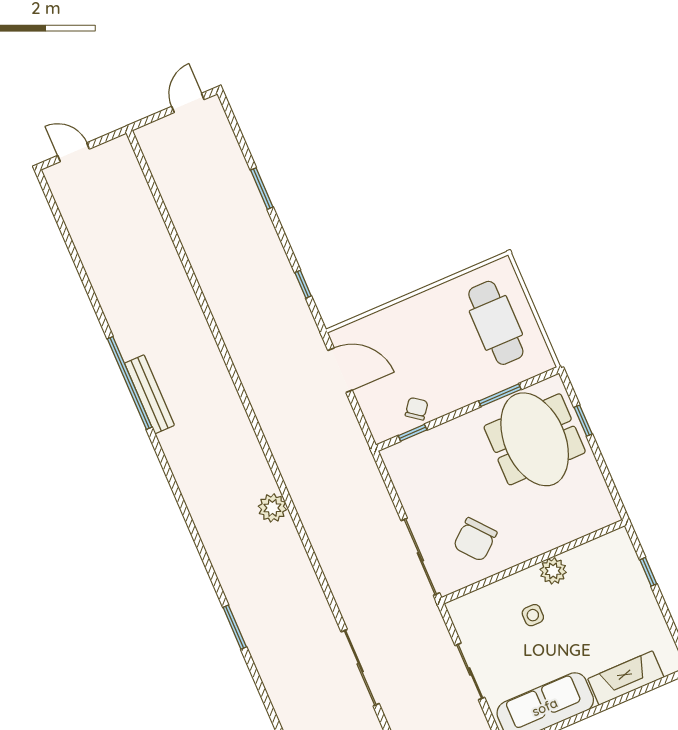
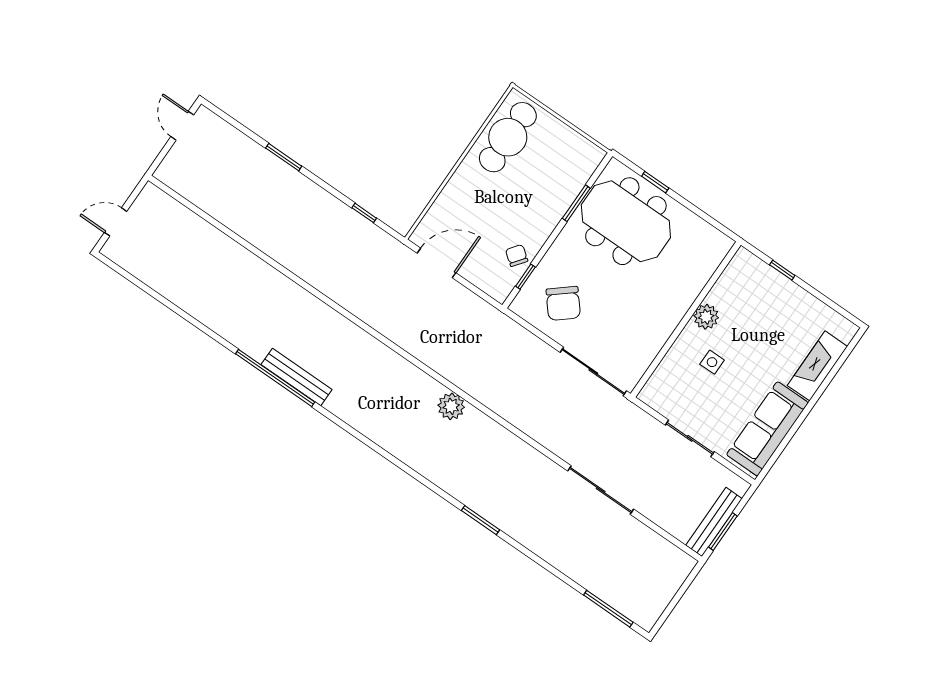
cafe table: (496, 323) -> (508, 137), moved, turned 90
chair: (475, 540) -> (563, 303), moved

